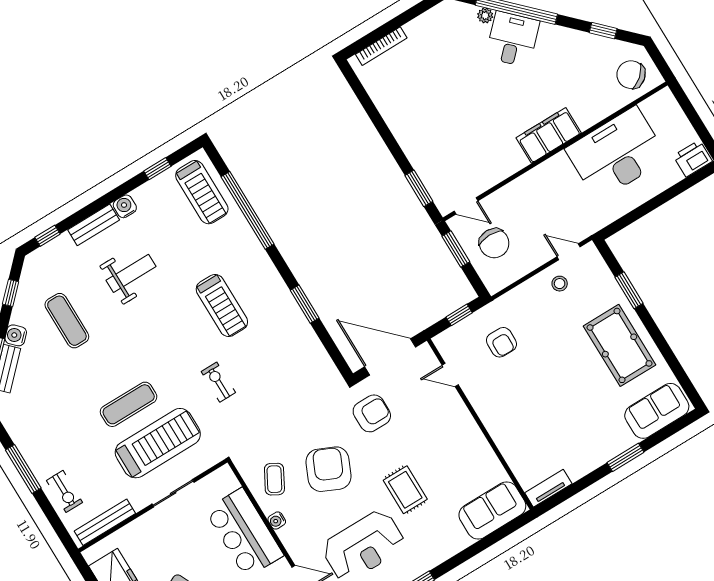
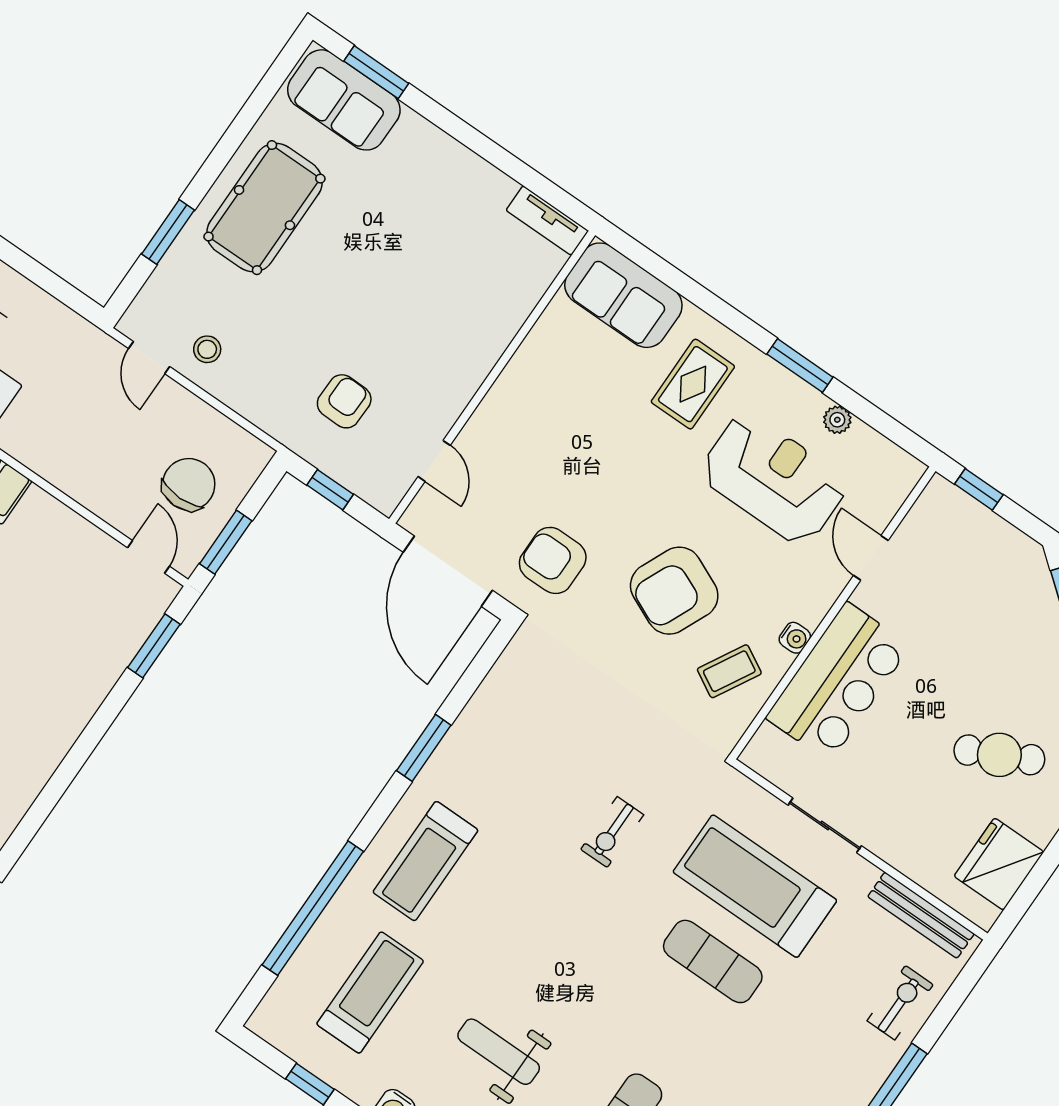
treadmill: (202, 192) -> (370, 993), moved
treadmill: (222, 306) -> (425, 861), moved, turned 180
window: (625, 457) -> (376, 72), moved
rug: (405, 490) -> (693, 384), moved

